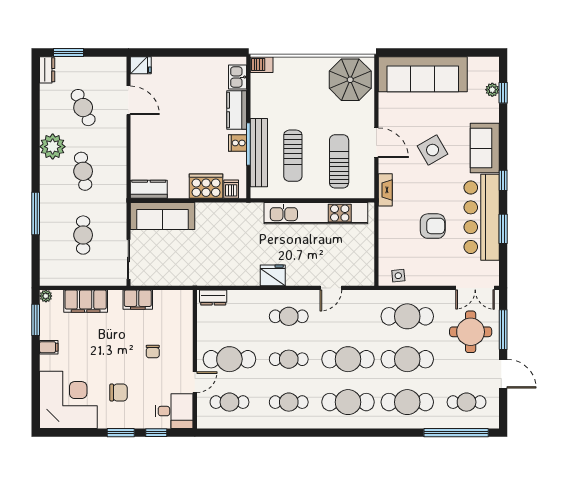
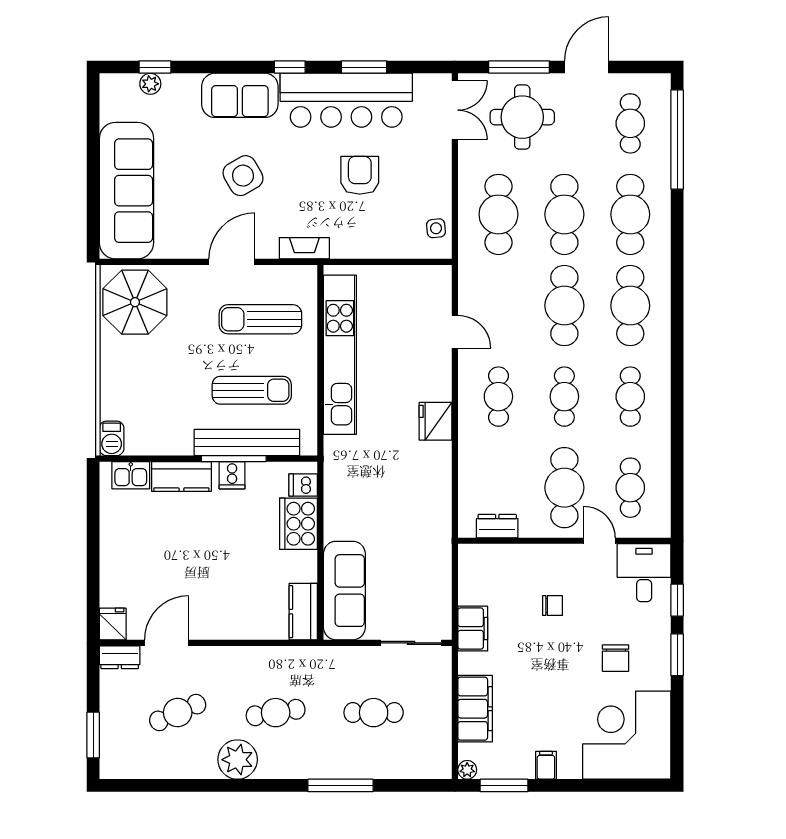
dresser: (47, 70) -> (120, 657), moved, turned 180
dresser: (213, 297) -> (497, 526), moved, turned -90
chair: (119, 393) -> (616, 658), turned 180

